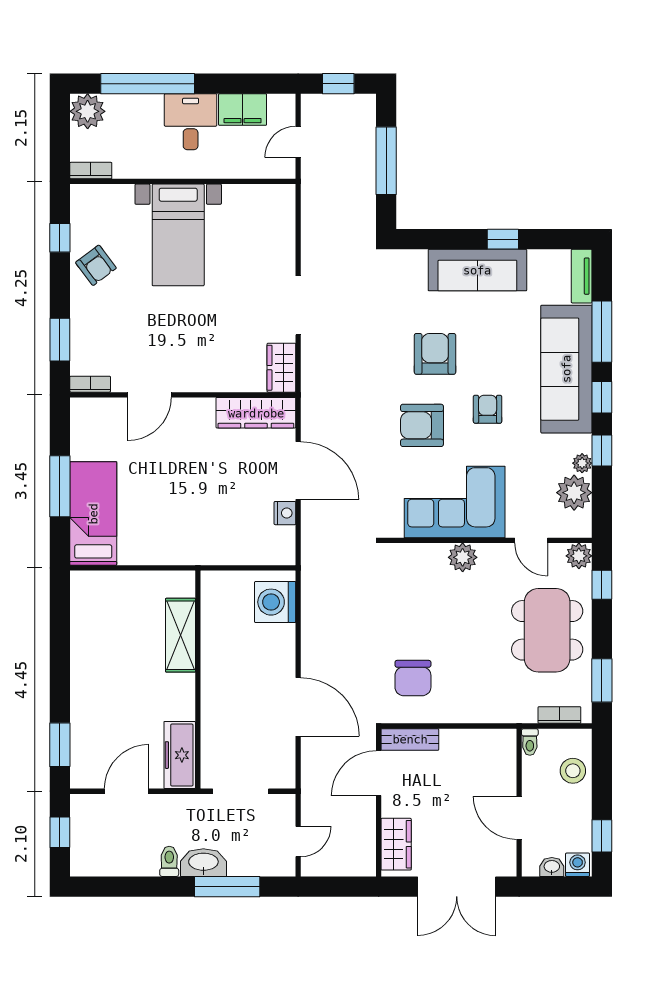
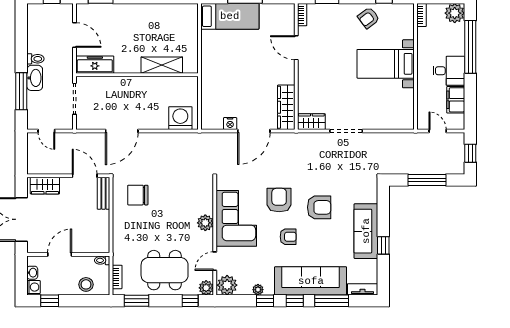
plant: (574, 493) -> (227, 285), moved

